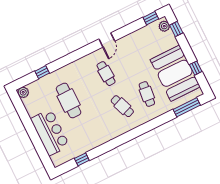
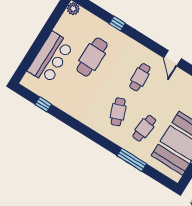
door: (107, 40) -> (172, 58), hinge flipped
window: (42, 72) -> (117, 24), moved
window: (187, 107) -> (132, 160), moved

